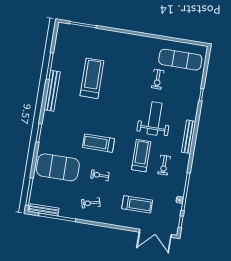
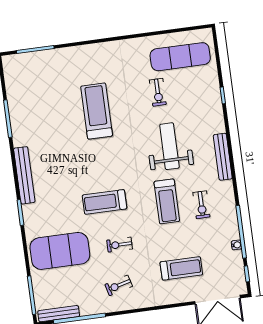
treadmill: (92, 78) -> (97, 111), moved
bench: (52, 91) -> (24, 175), moved
treadmill: (141, 156) -> (167, 201), turned 180

